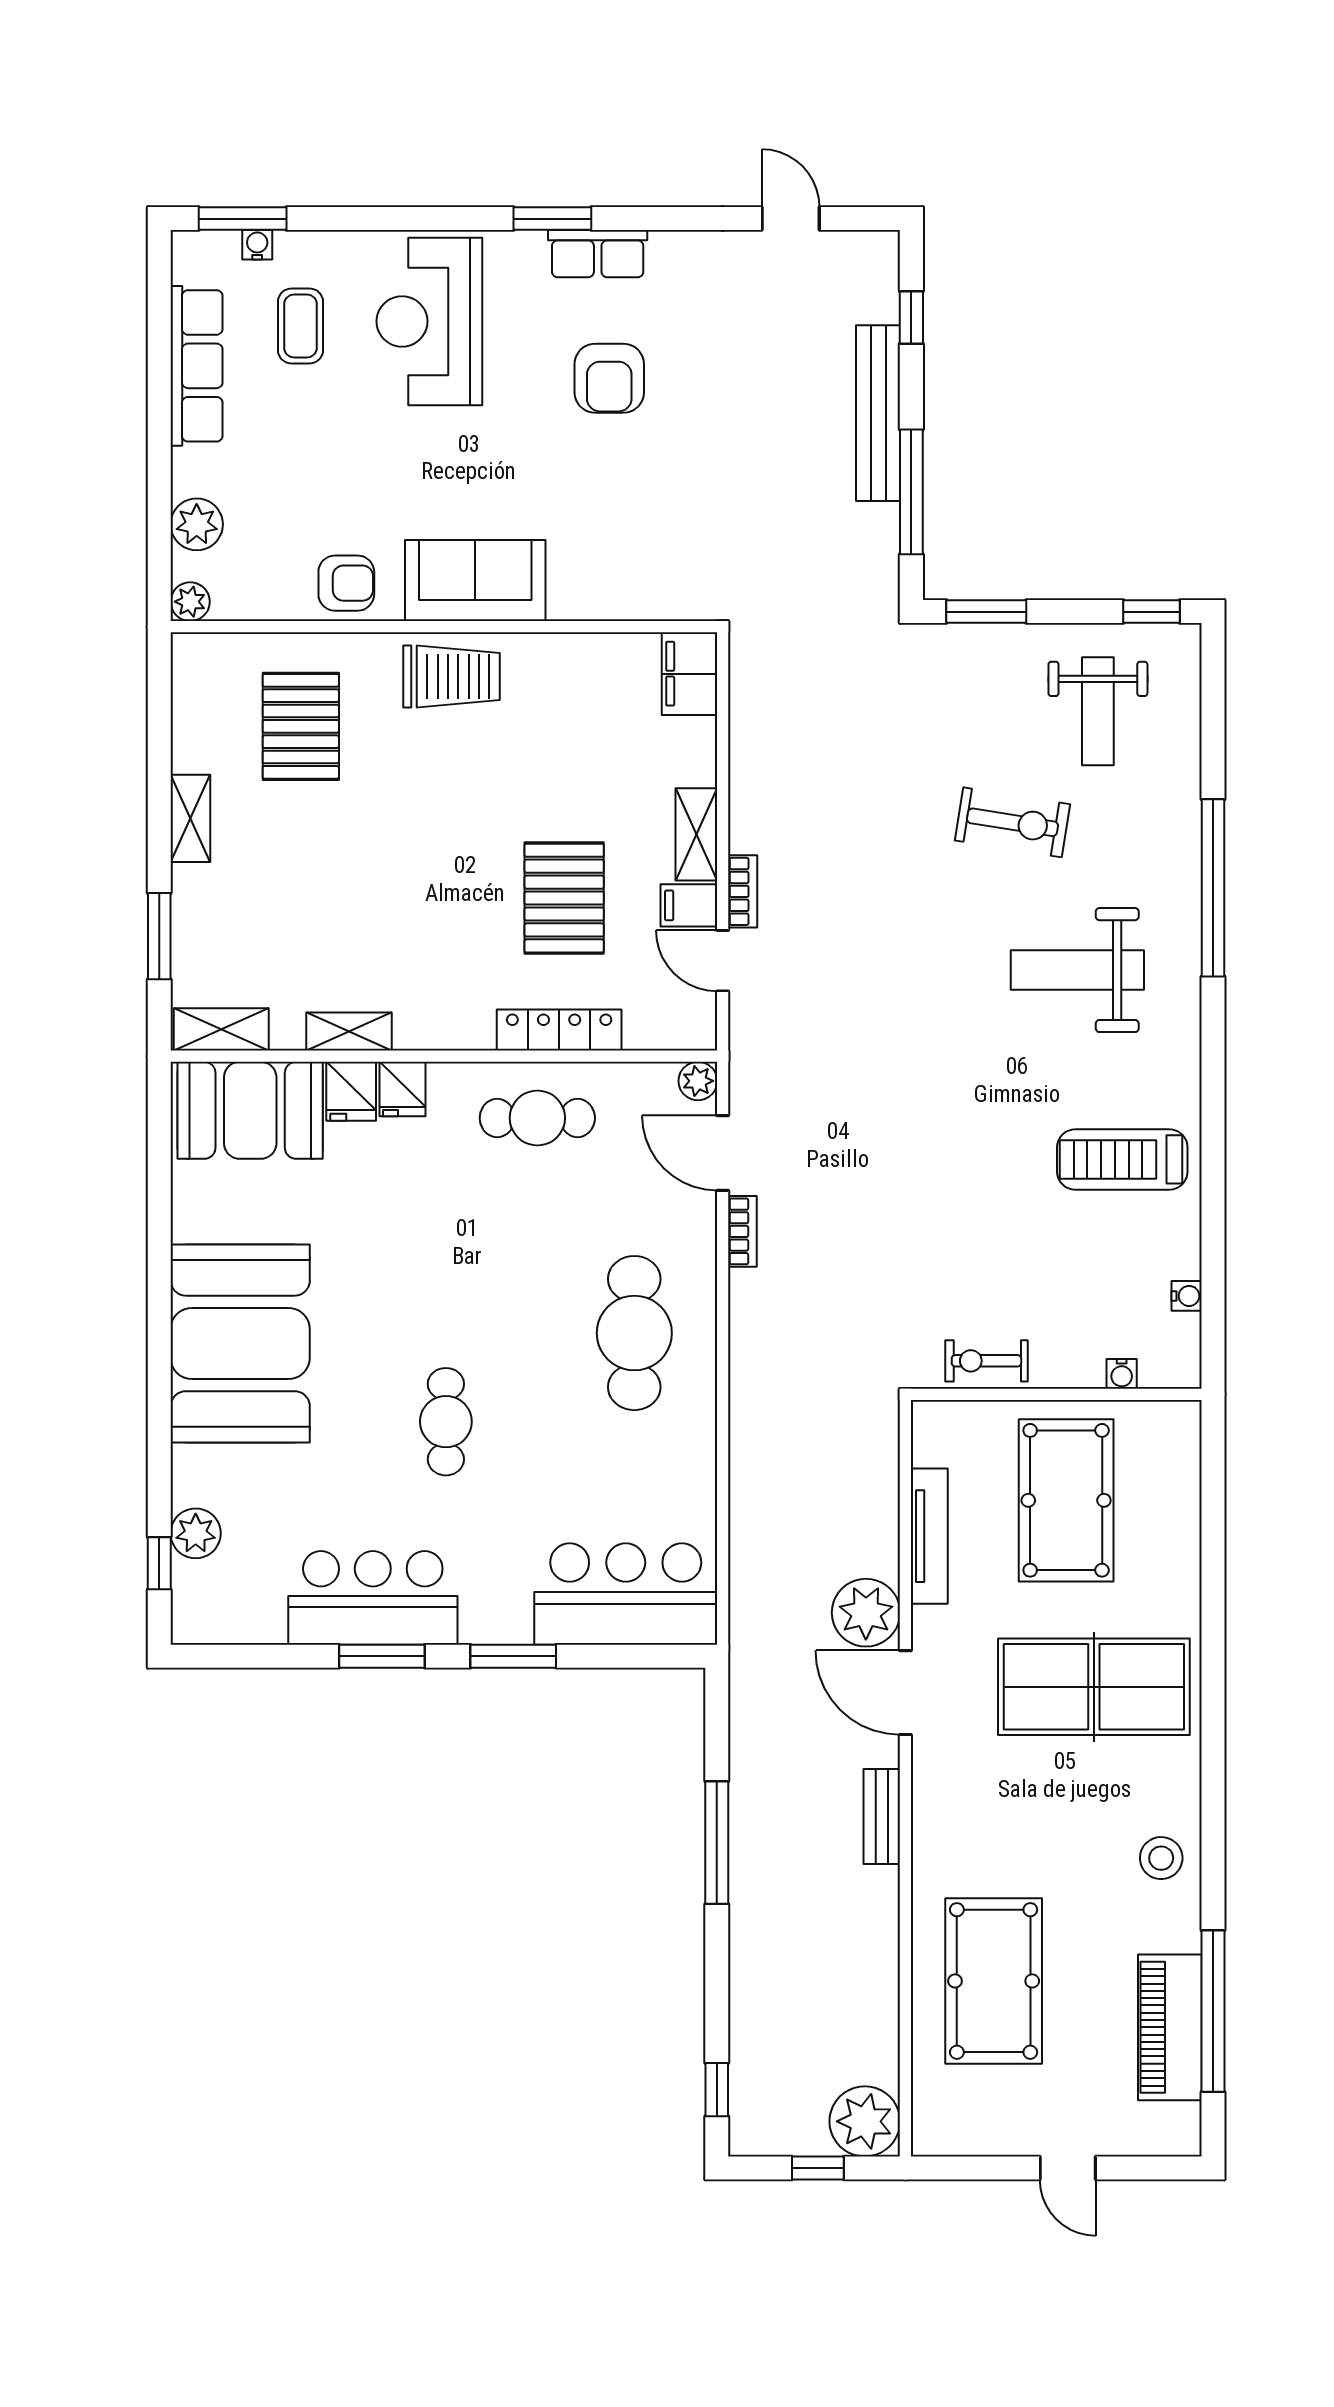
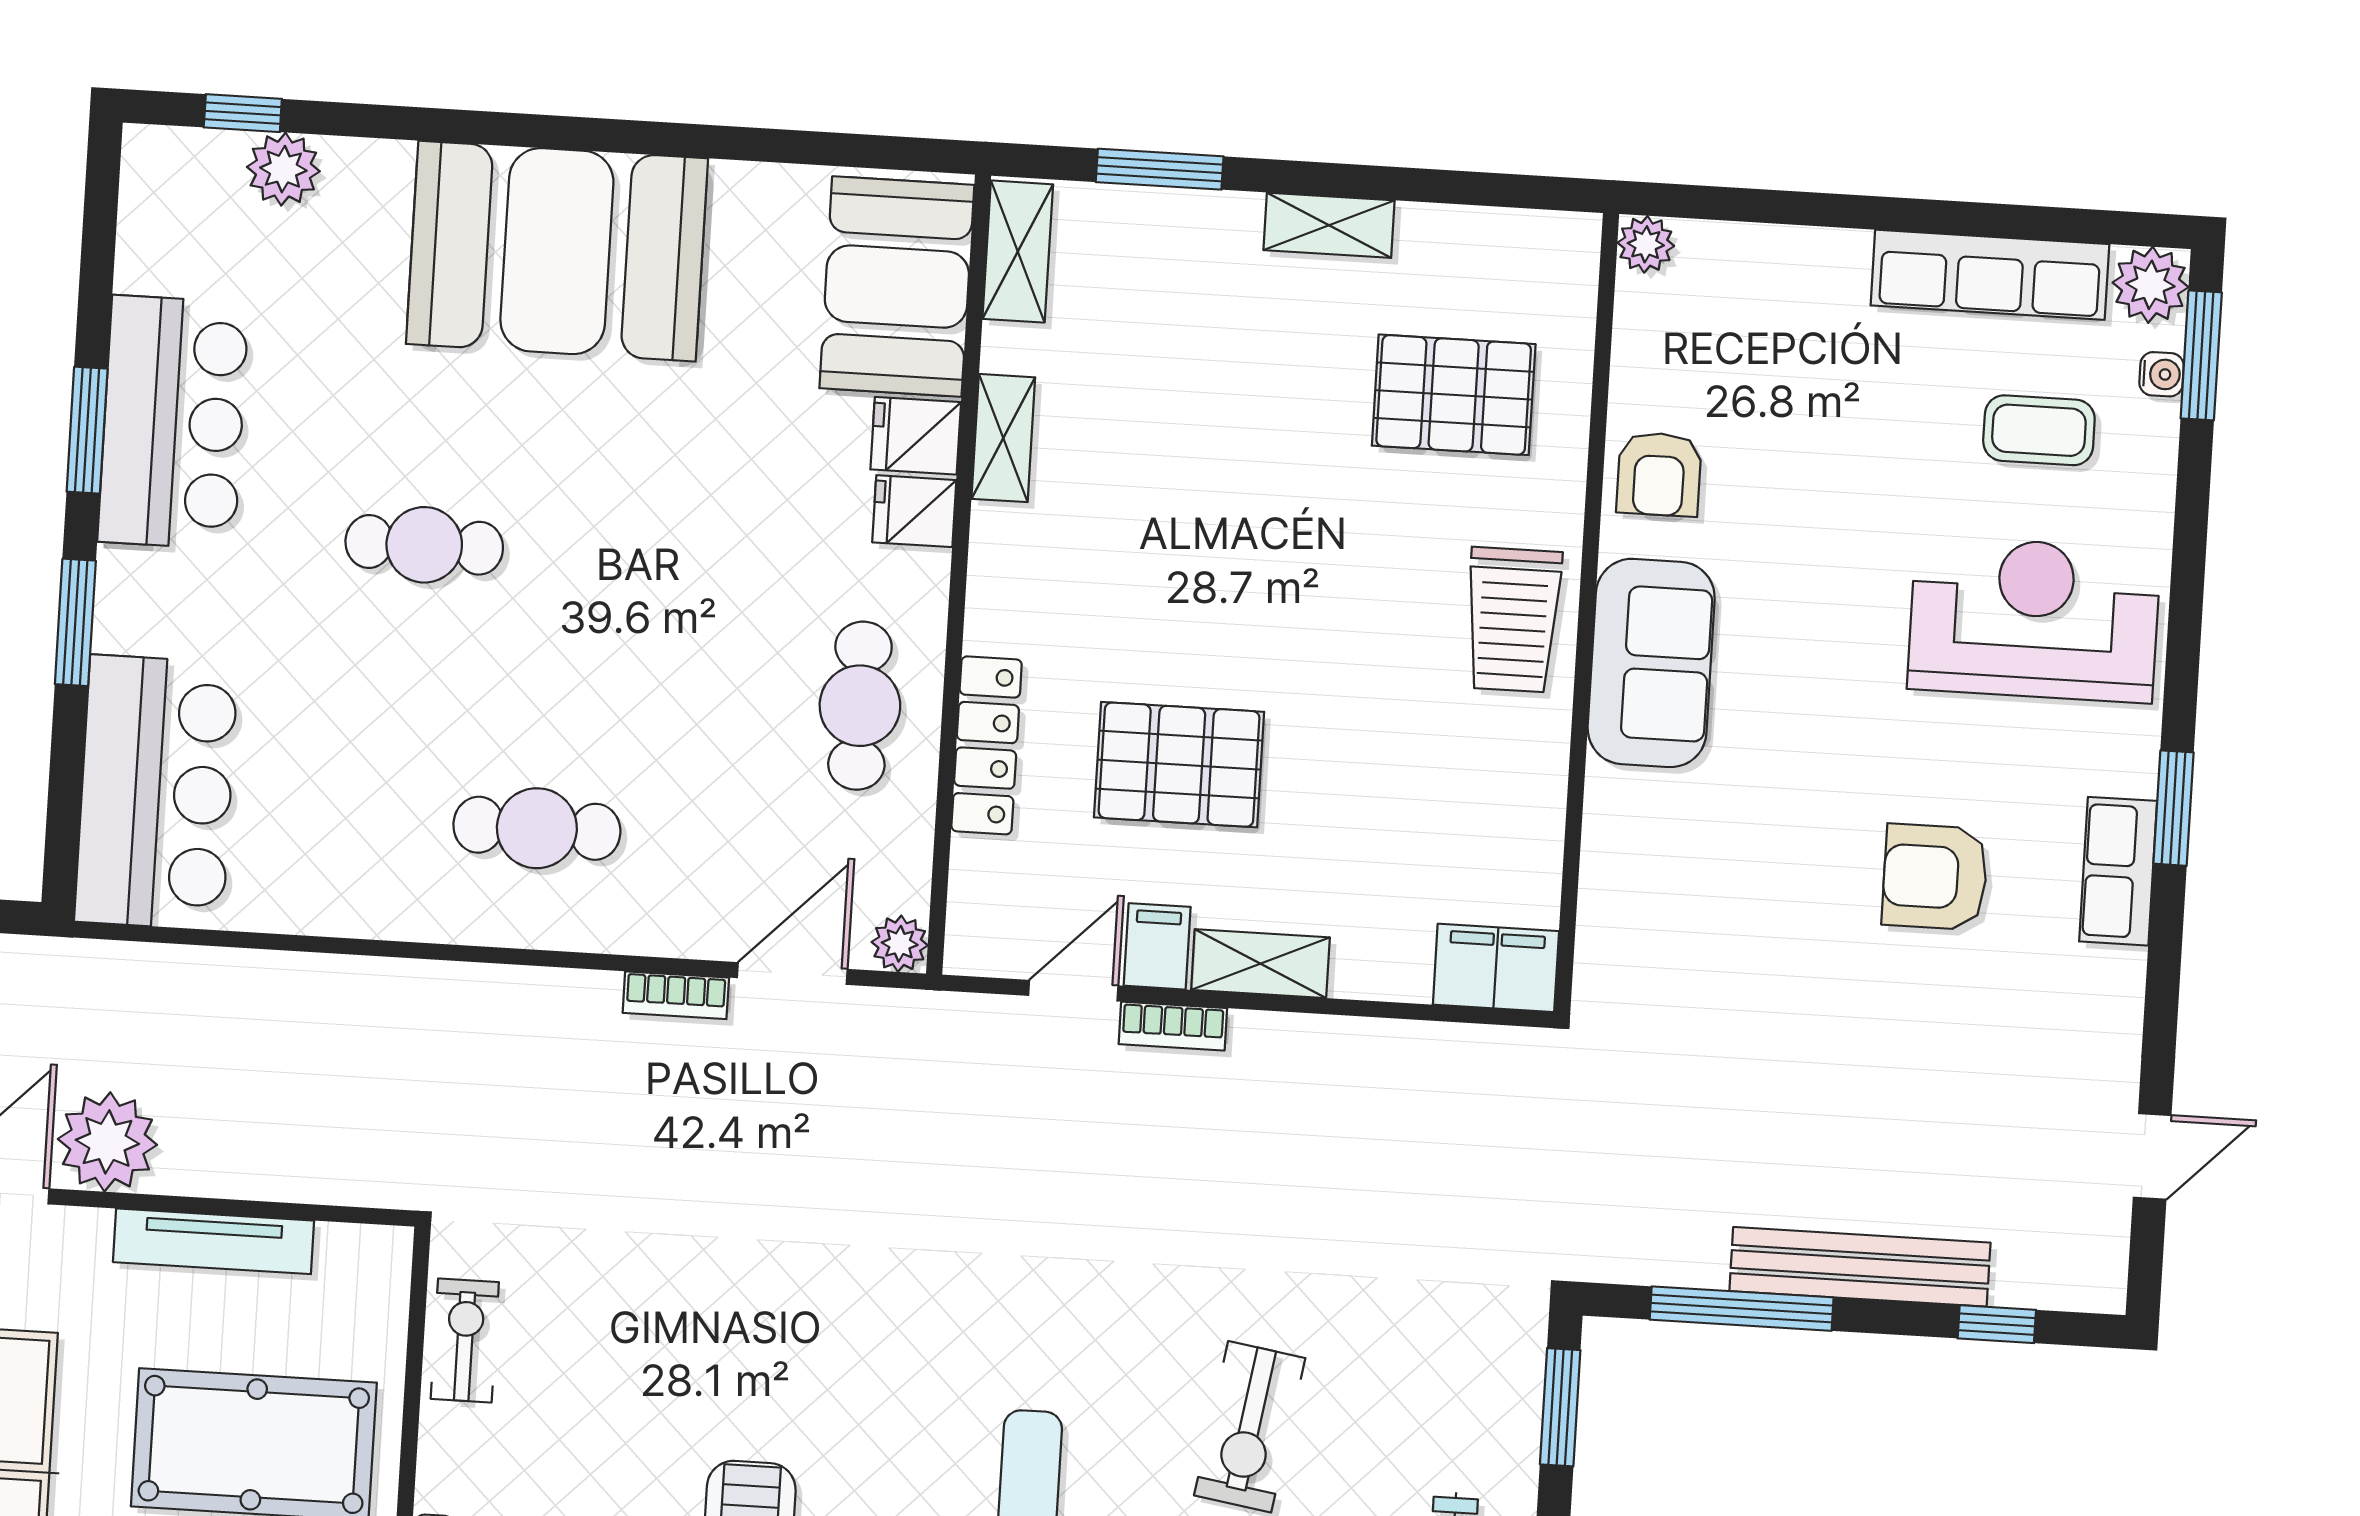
plant: (197, 524) -> (2150, 285), moved
cafe table: (634, 1333) -> (537, 828), width x0.73, depth x0.74

